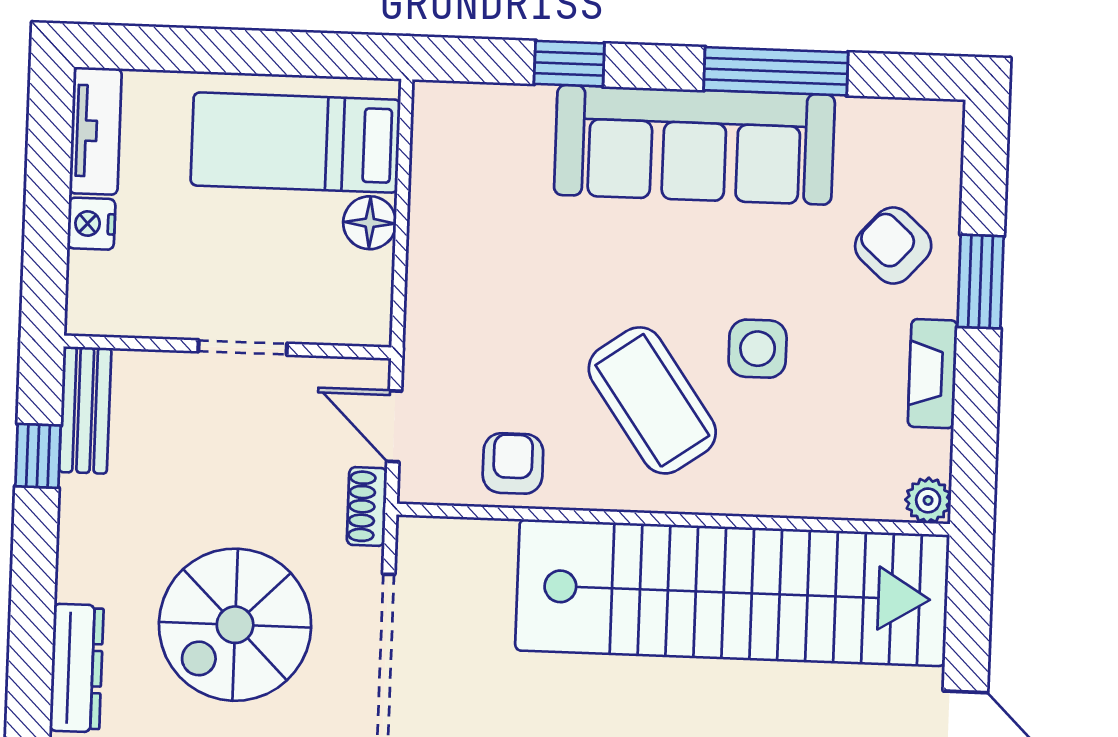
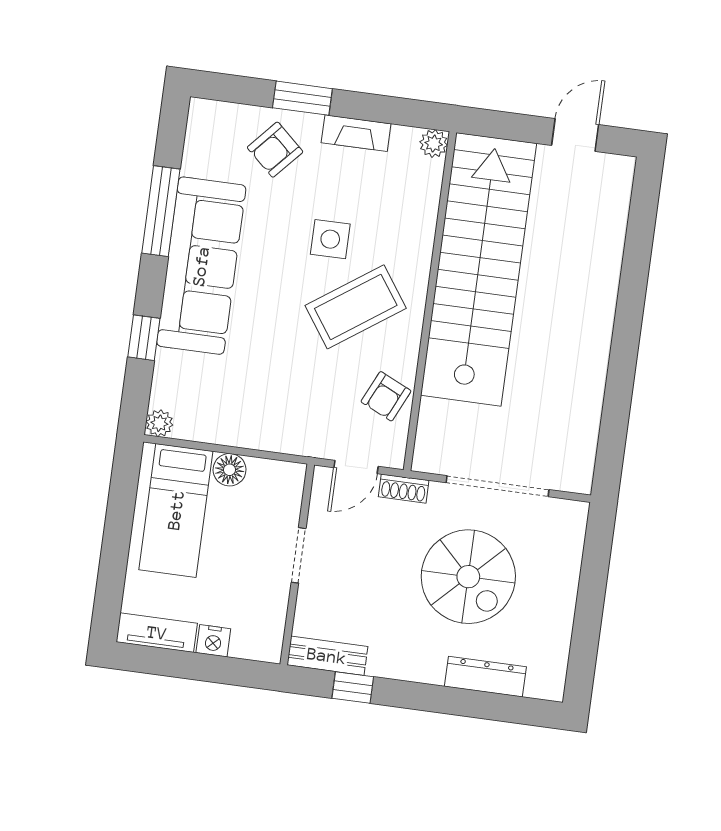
plant: (434, 102) -> (159, 423), added
armchair: (513, 463) -> (386, 396), turned -65

